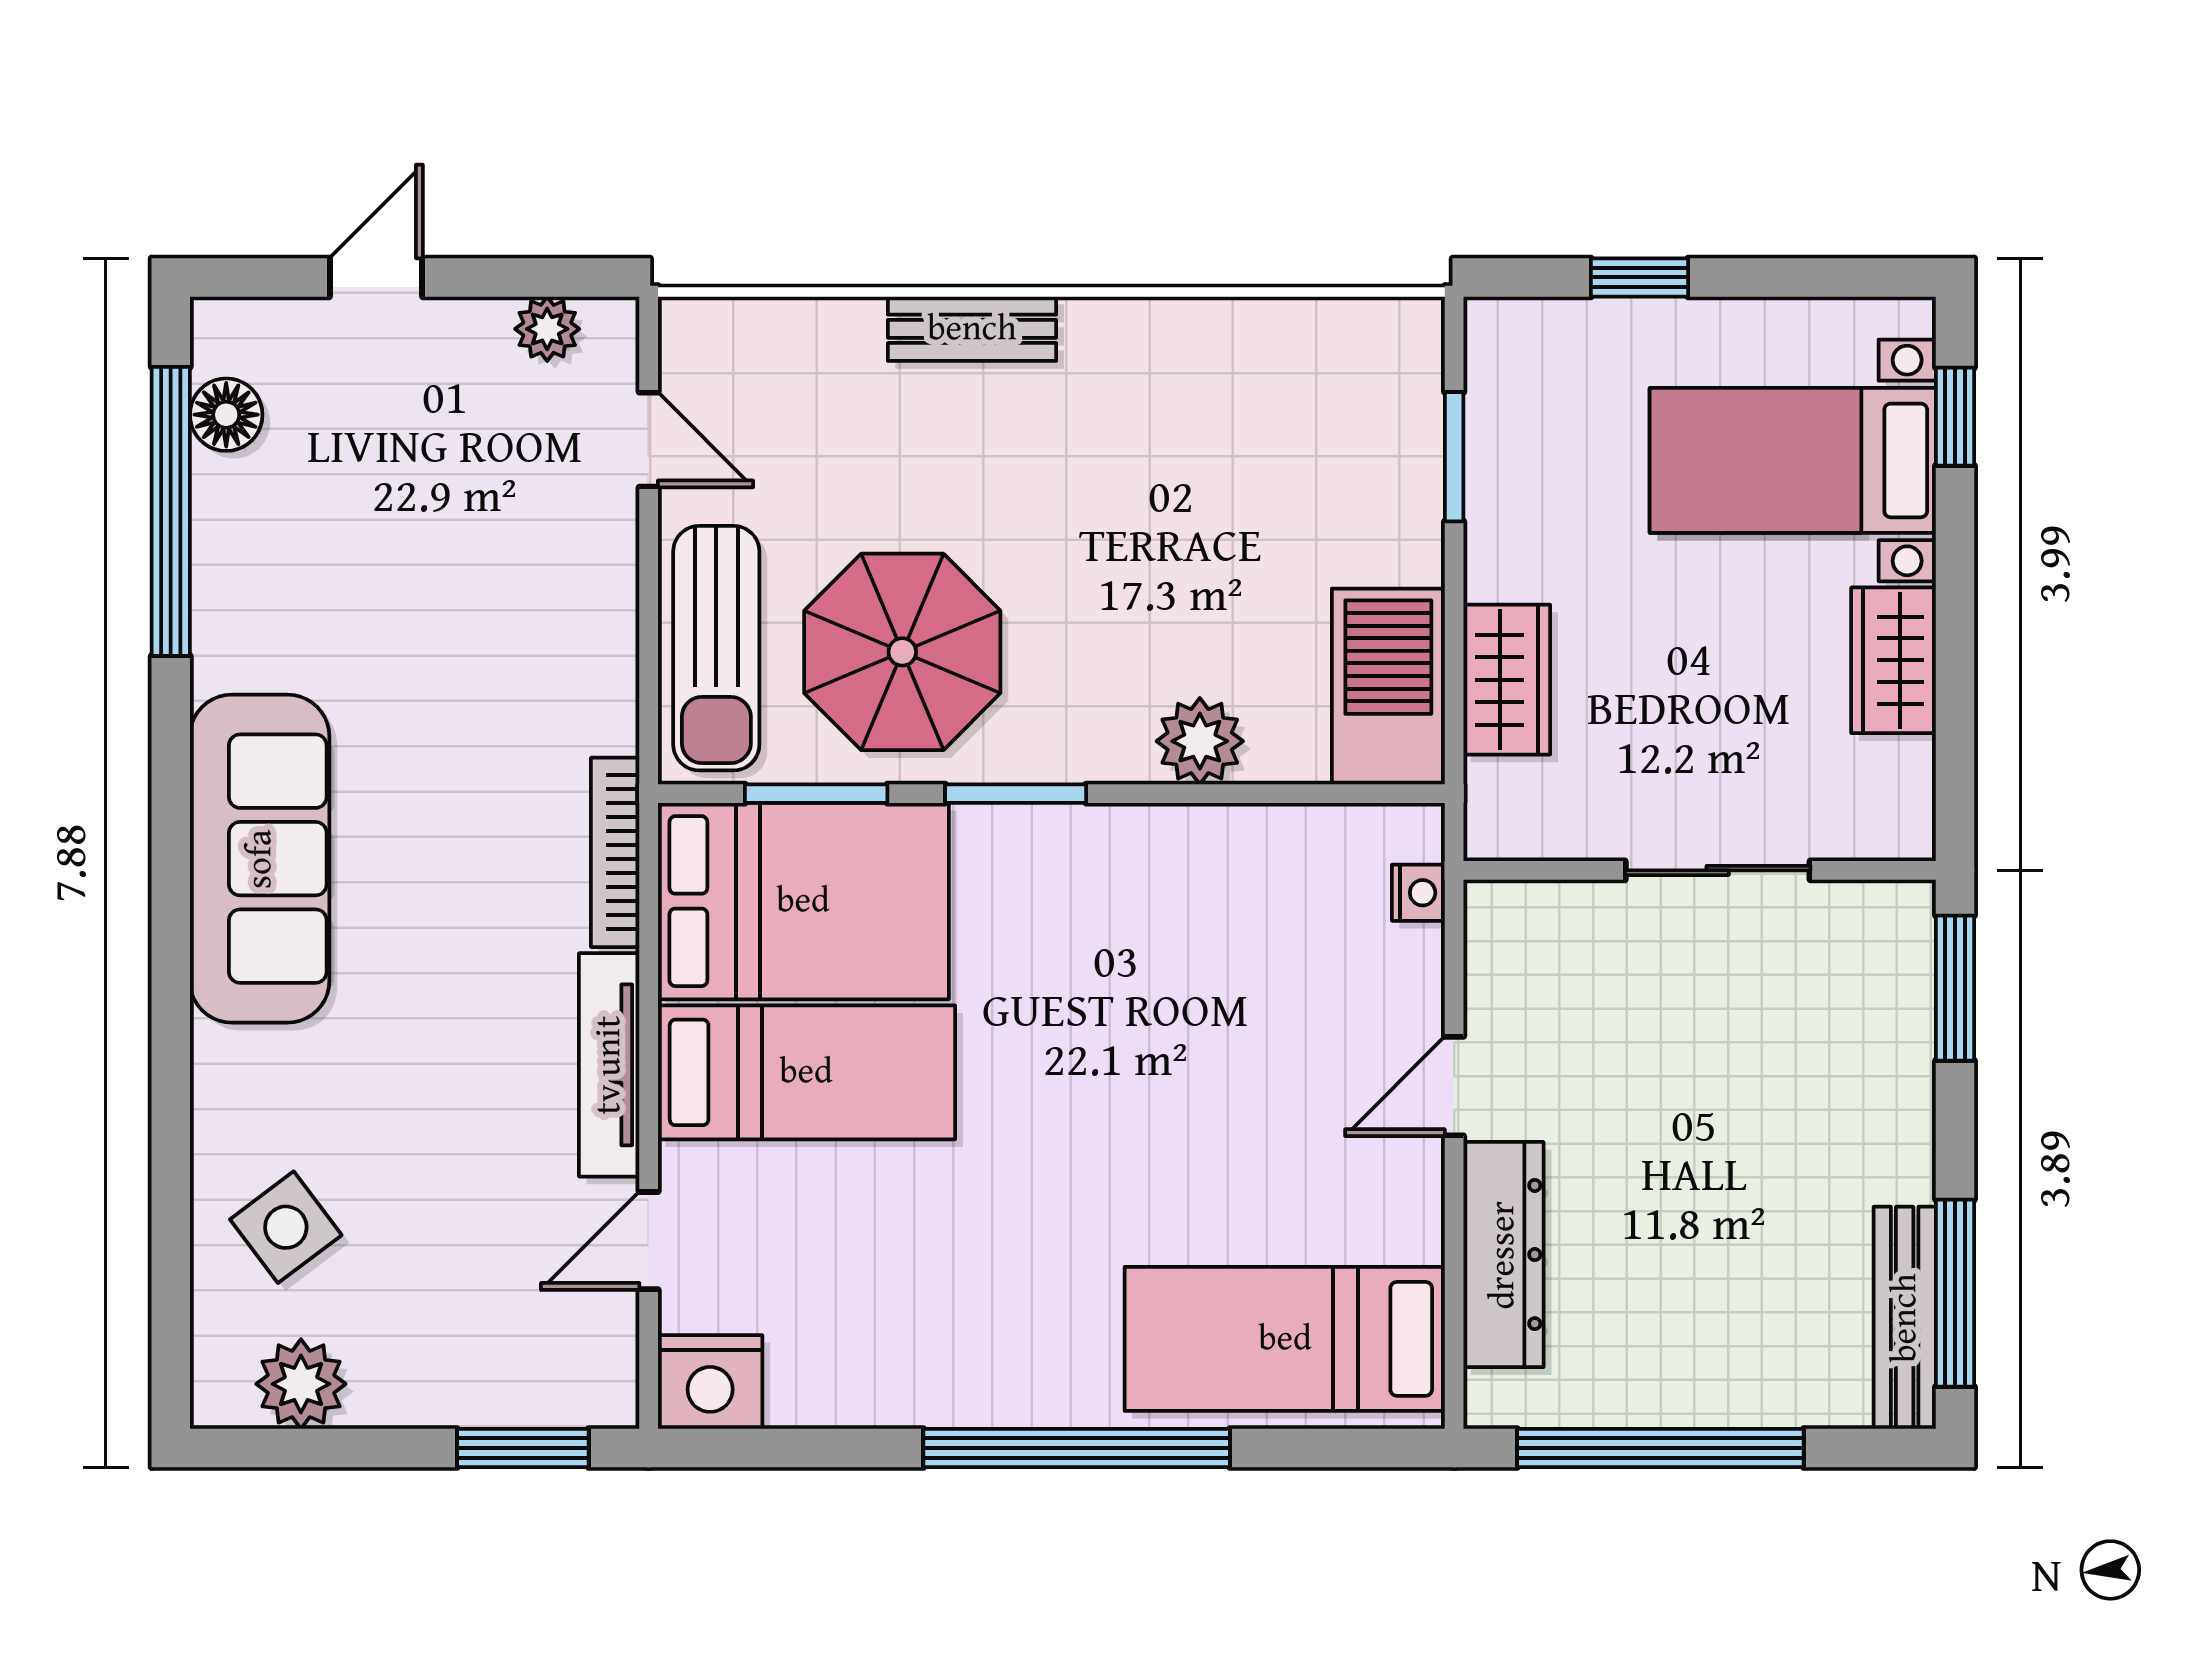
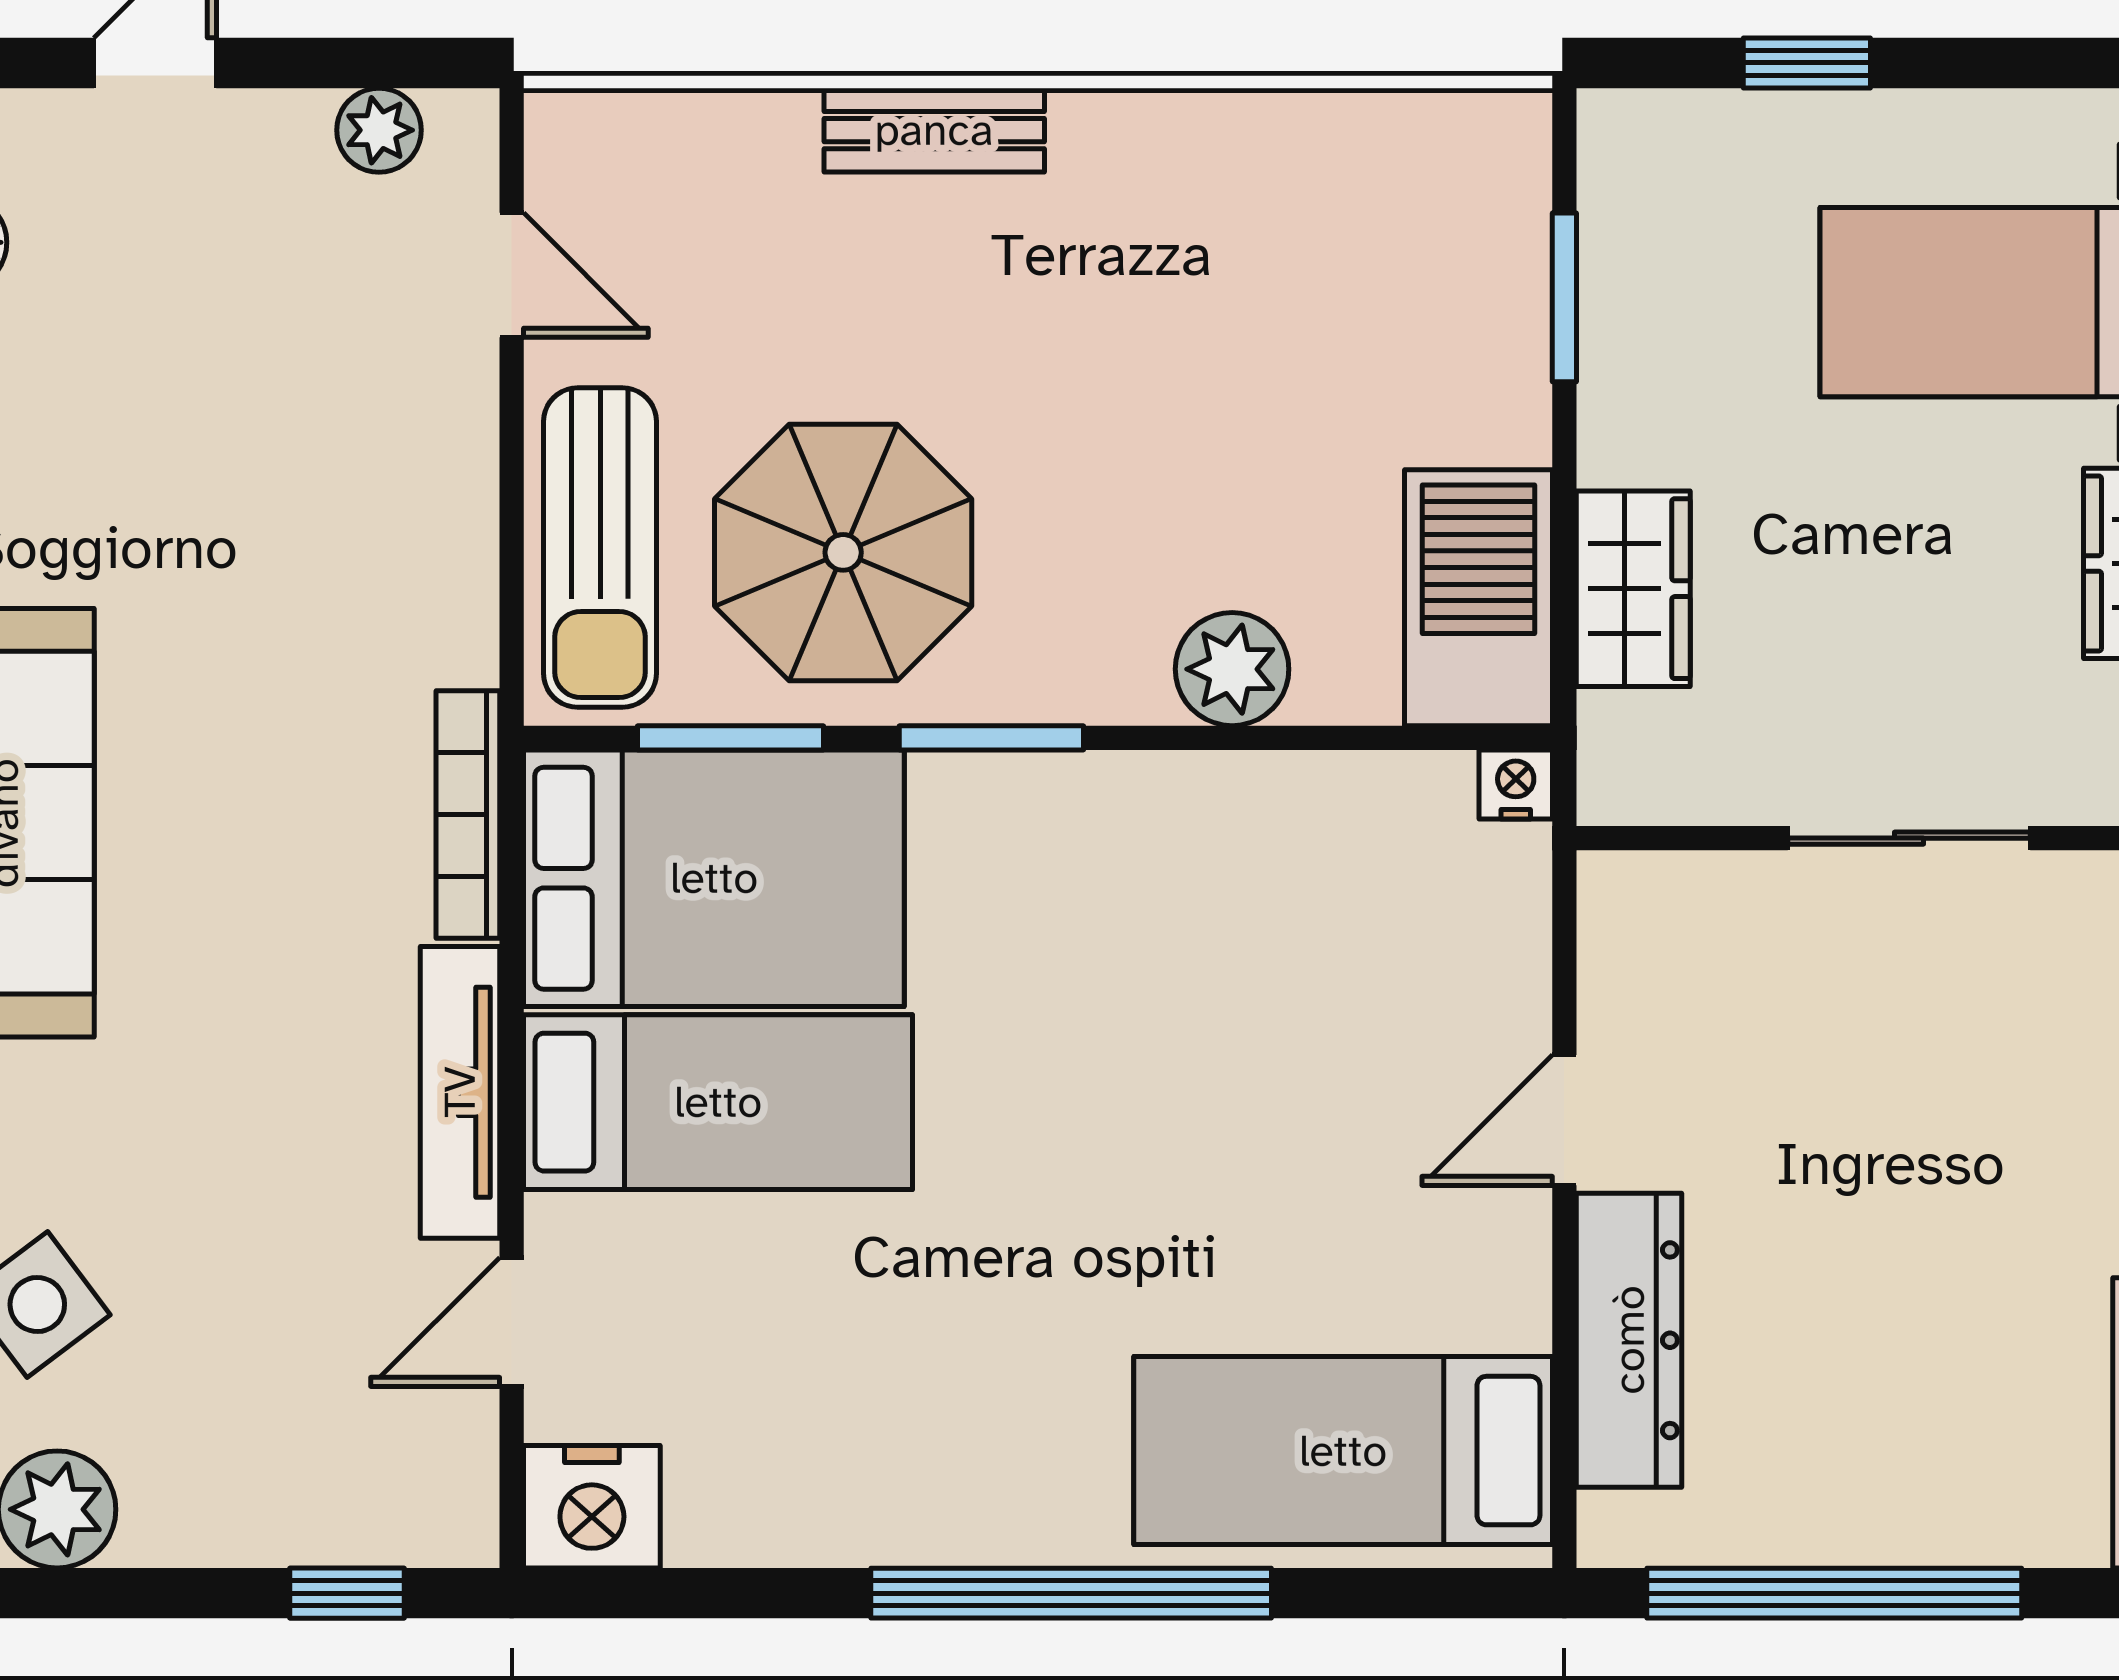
nightstand: (1418, 893) -> (1516, 784), moved, turned -90
window: (523, 1448) -> (347, 1593), width x0.67

